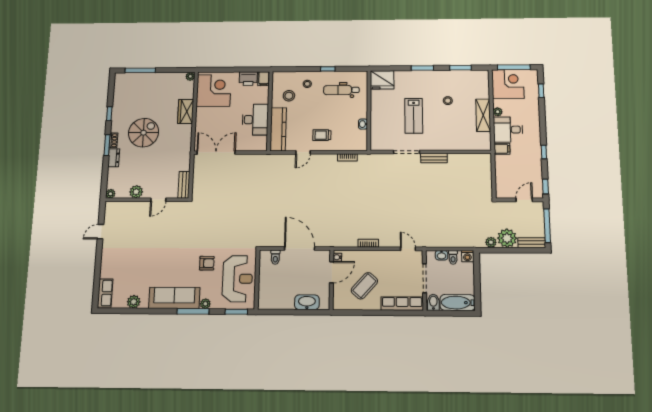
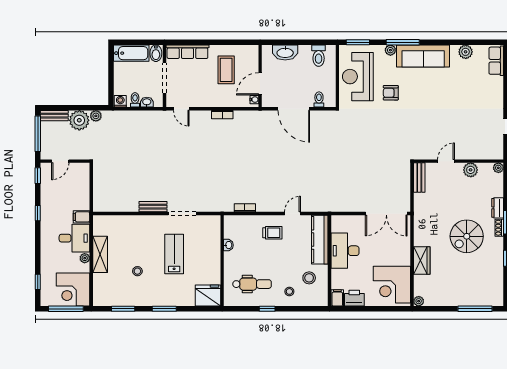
coffee table: (364, 286) -> (226, 70), turned -42
toilet: (275, 299) -> (319, 56), added

